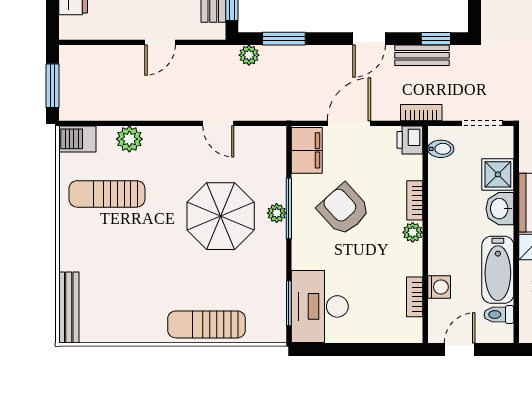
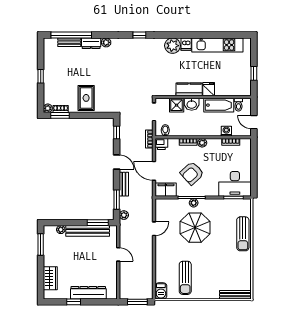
bench: (422, 55) -> (124, 184), moved
plant: (129, 139) -> (161, 268), removed

